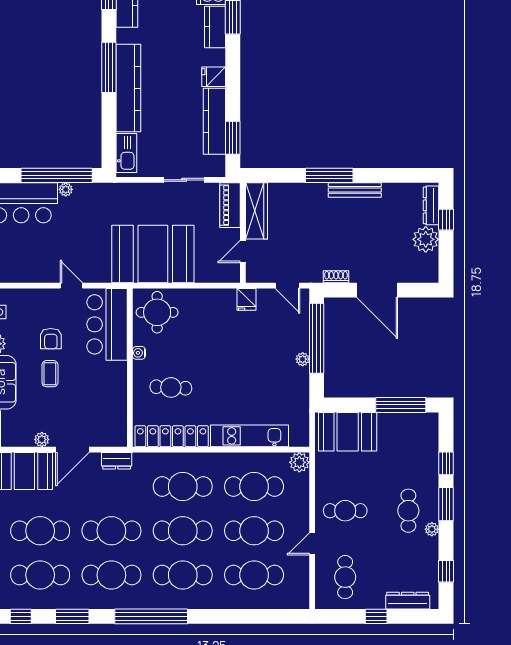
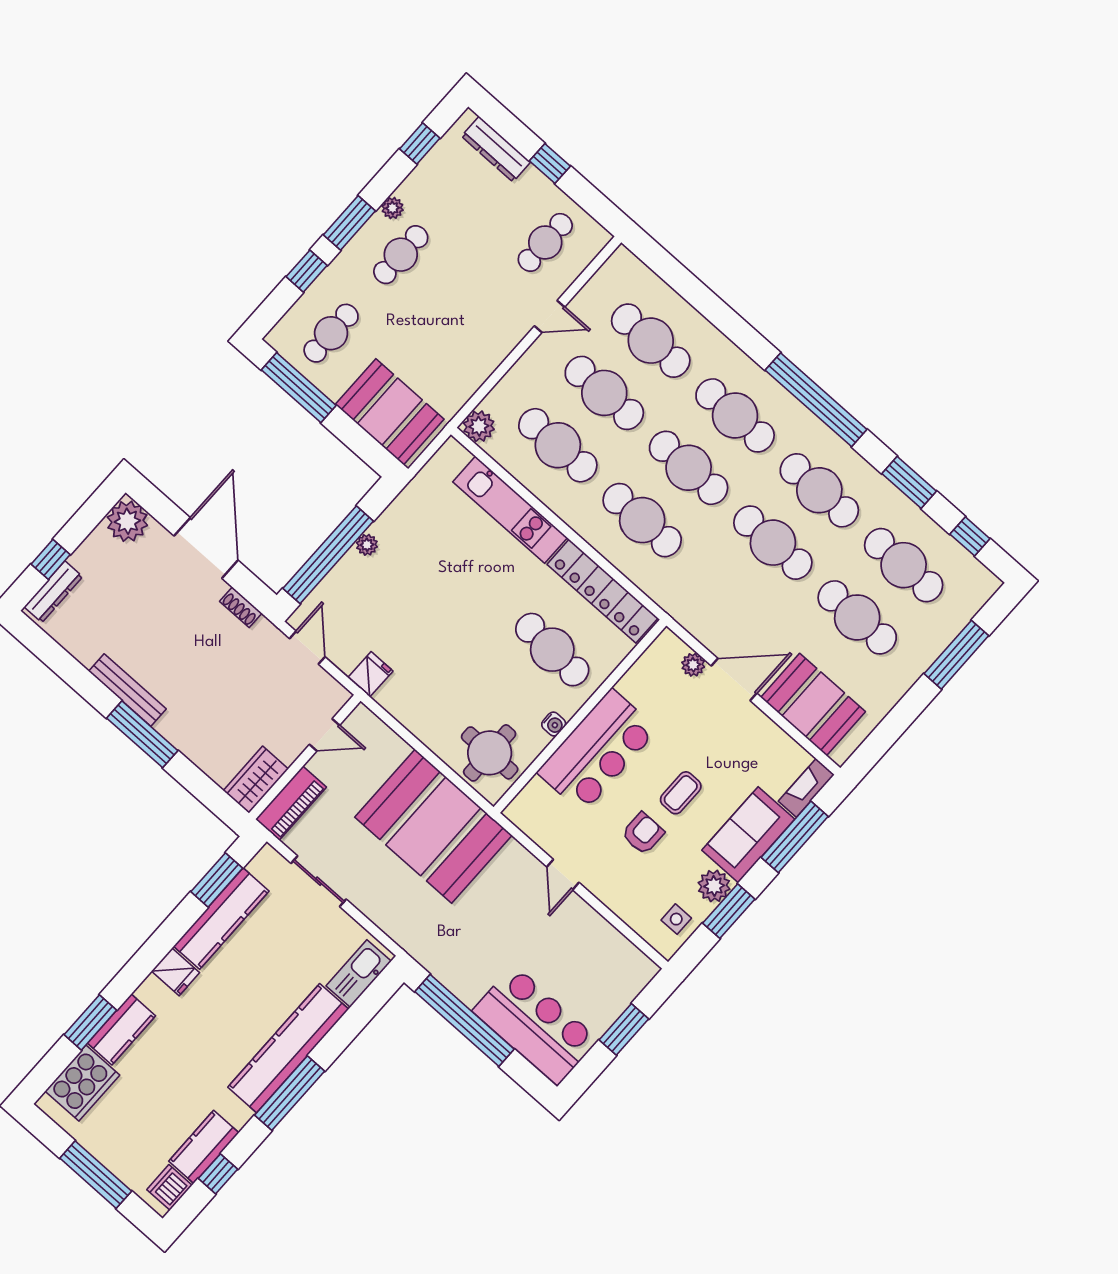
plant: (66, 189) -> (469, 994), removed
wardrobe: (256, 211) -> (256, 780), width x0.67
plant: (426, 239) -> (127, 521), moved
bar counter: (107, 324) -> (597, 751), moved
cafe table: (171, 387) -> (552, 650), width x1.37, depth x1.35
plant: (42, 439) -> (693, 665), moved
dresser: (117, 461) -> (693, 620), removed
cafe table: (345, 511) -> (331, 333), moved, turned 90

